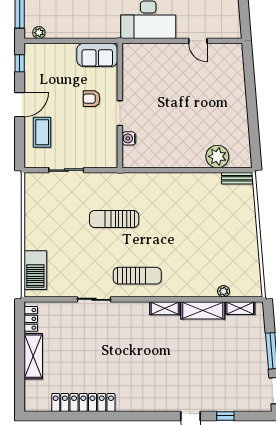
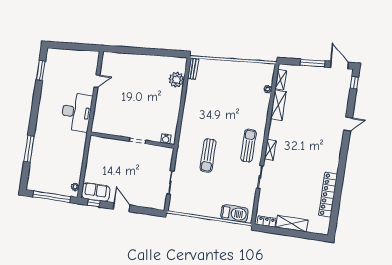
sofa: (97, 55) -> (96, 192), moved, turned -90
armchair: (92, 99) -> (125, 158), removed
coffee table: (42, 132) -> (142, 195), removed
water cooler: (129, 138) -> (166, 139), moved
shelving: (165, 308) -> (270, 150), moved
window: (225, 416) -> (354, 83), moved

